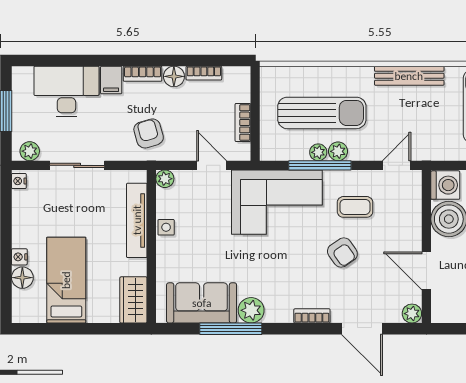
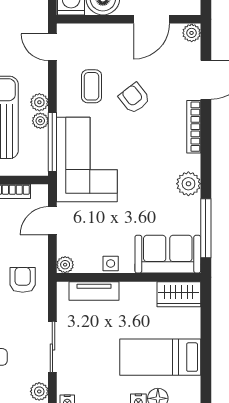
armchair: (149, 133) -> (23, 280), turned 106
window: (320, 165) -> (52, 142), moved
tv unit: (137, 220) -> (94, 291), width x0.71
armchair: (342, 253) -> (134, 98), turned -93
sofa: (202, 303) -> (168, 254), moved, turned 90
bookcase: (312, 316) -> (194, 127), width x1.56
window: (231, 329) -> (206, 228), moved

